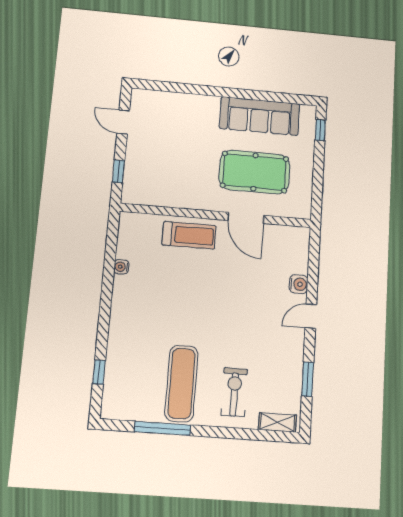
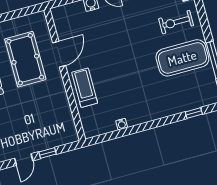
window: (118, 171) -> (48, 153), moved
exercise mat: (182, 383) -> (182, 58), width x1.47

